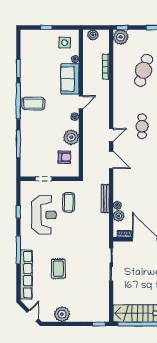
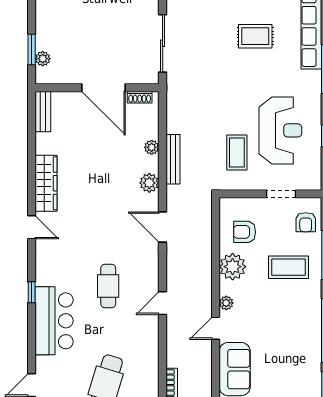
coffee table: (33, 104) -> (289, 267), moved
door: (111, 135) -> (163, 303), moved
armchair: (29, 163) -> (306, 222), added
reception desk: (44, 215) -> (280, 130), turned 180
plant: (119, 216) -> (149, 183), moved
rug: (58, 269) -> (255, 36), turned 90

